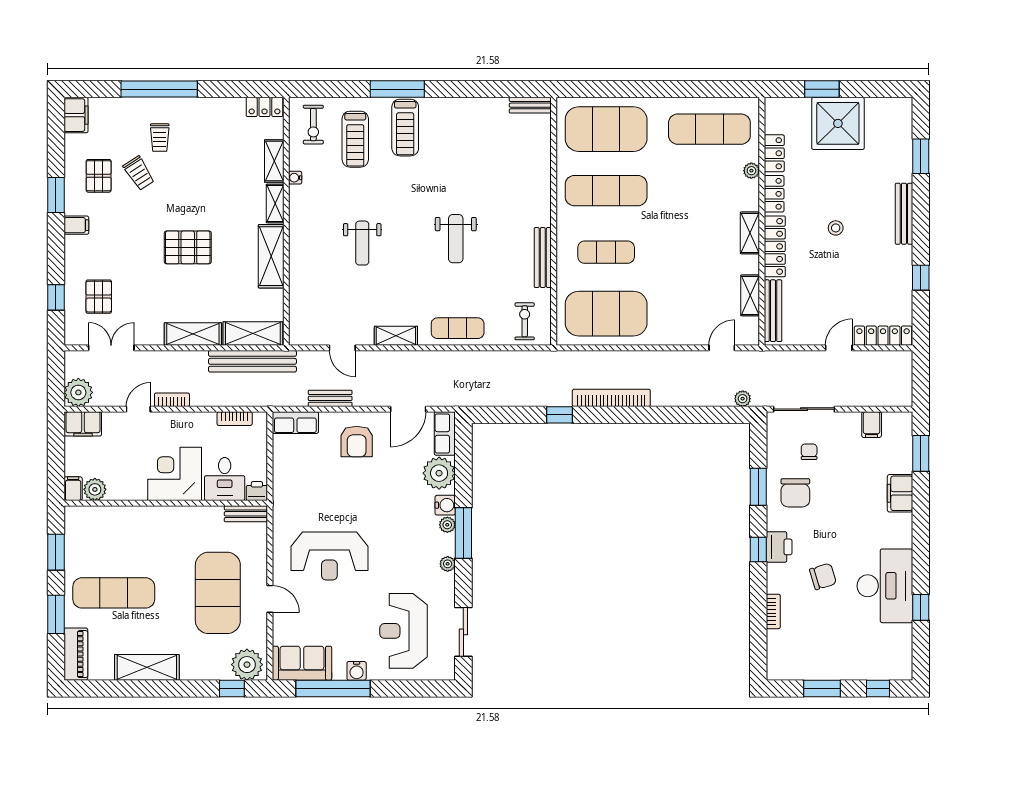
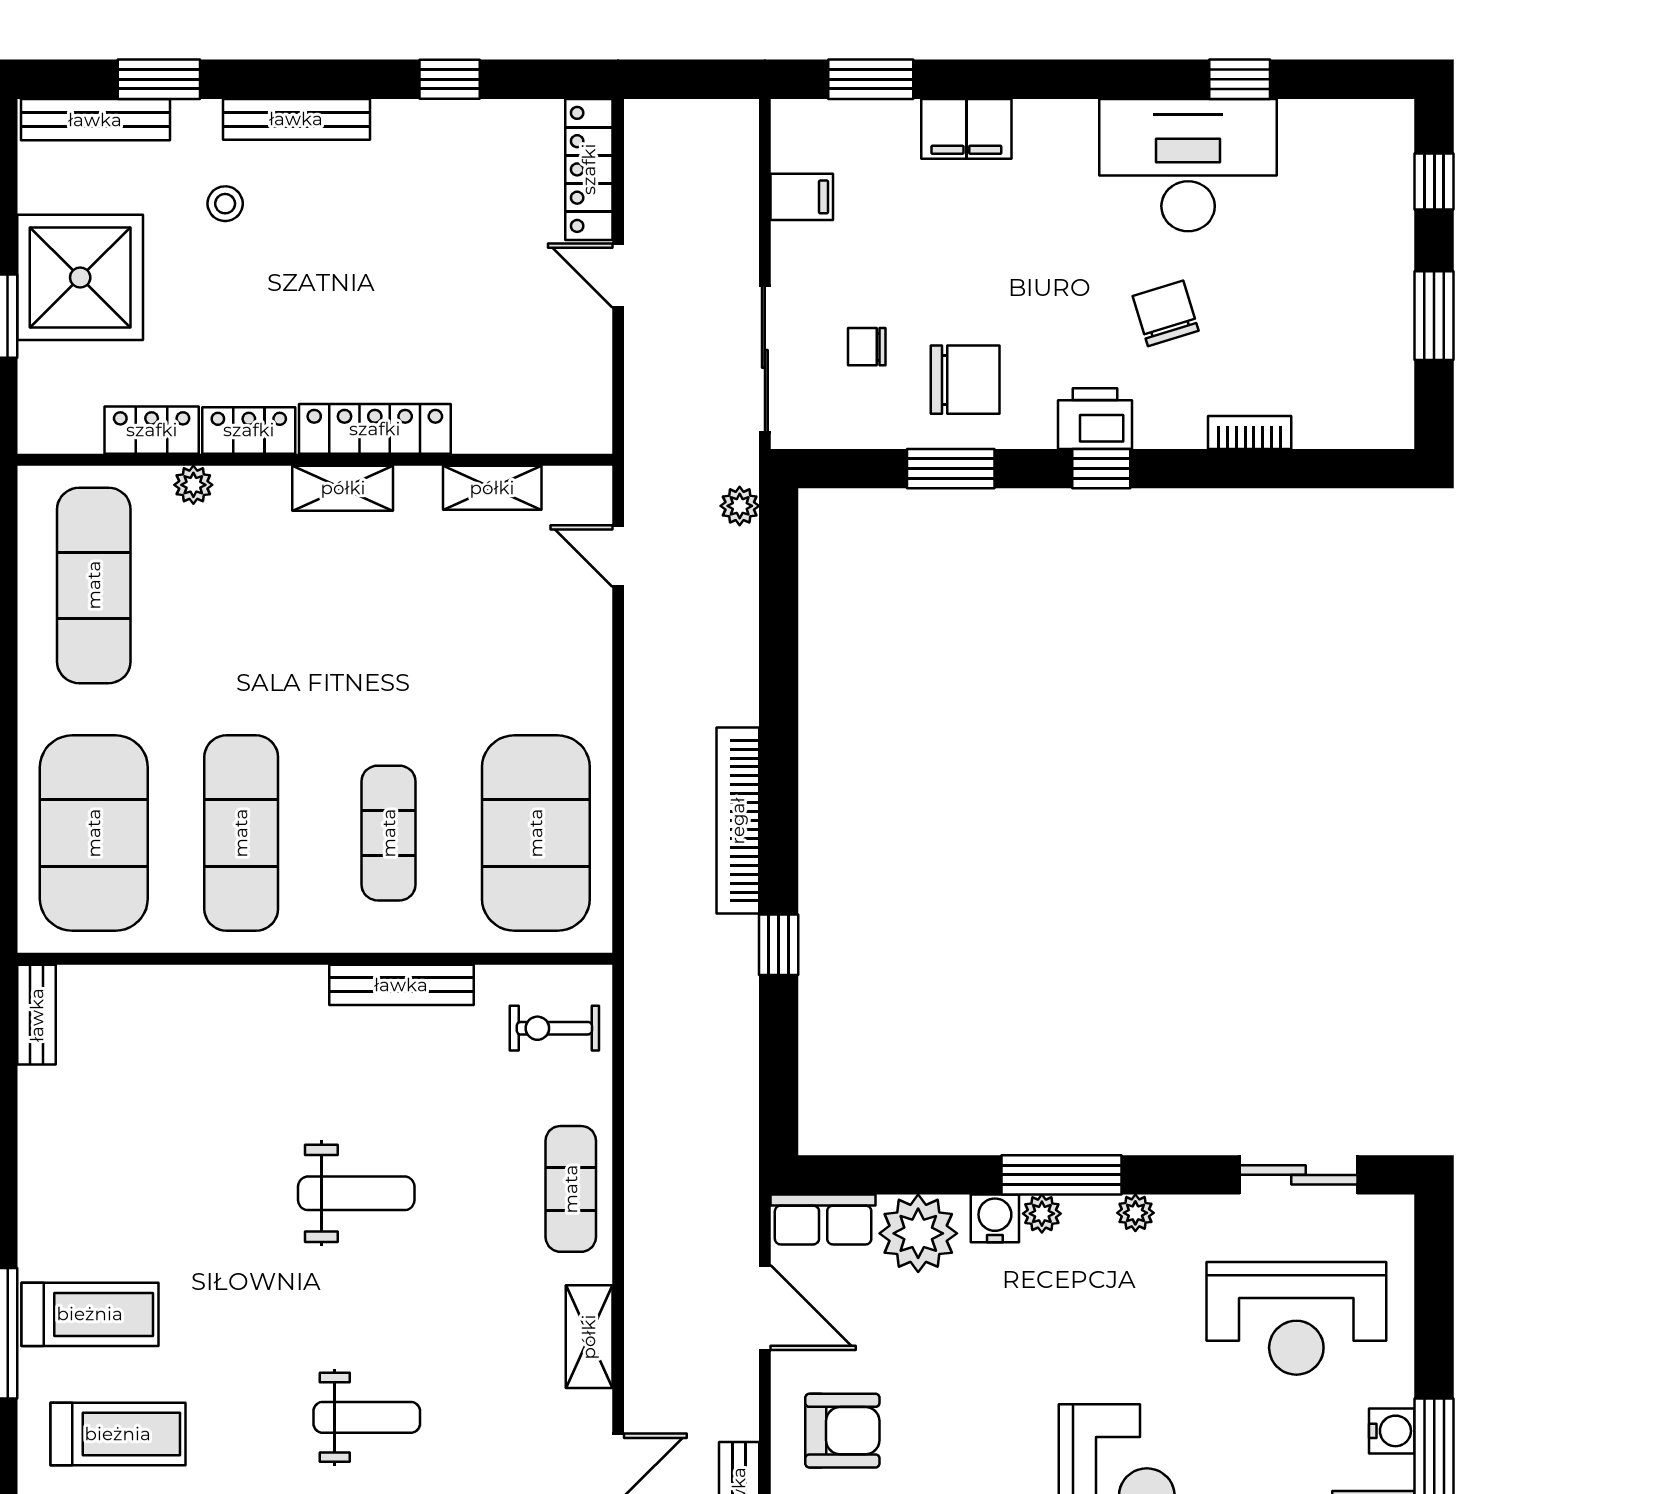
stool: (836, 228) -> (225, 204), moved
bench: (773, 311) -> (95, 120), moved

